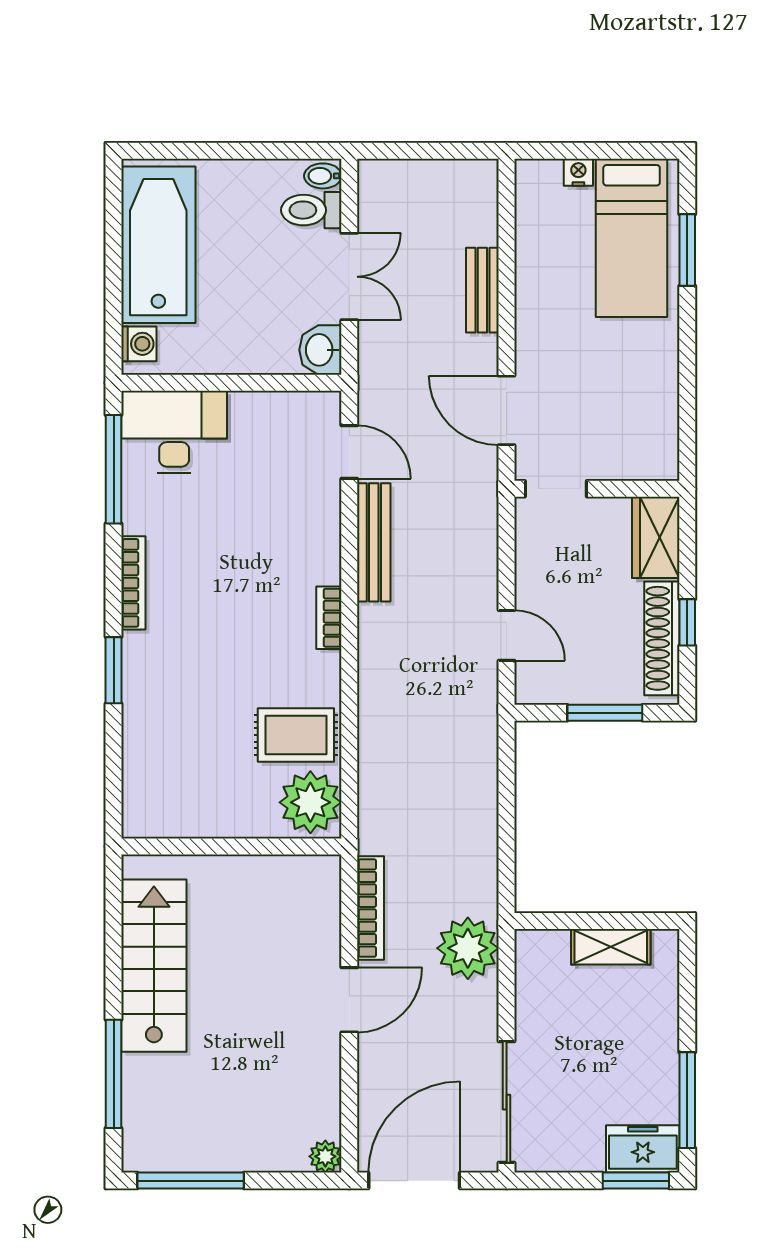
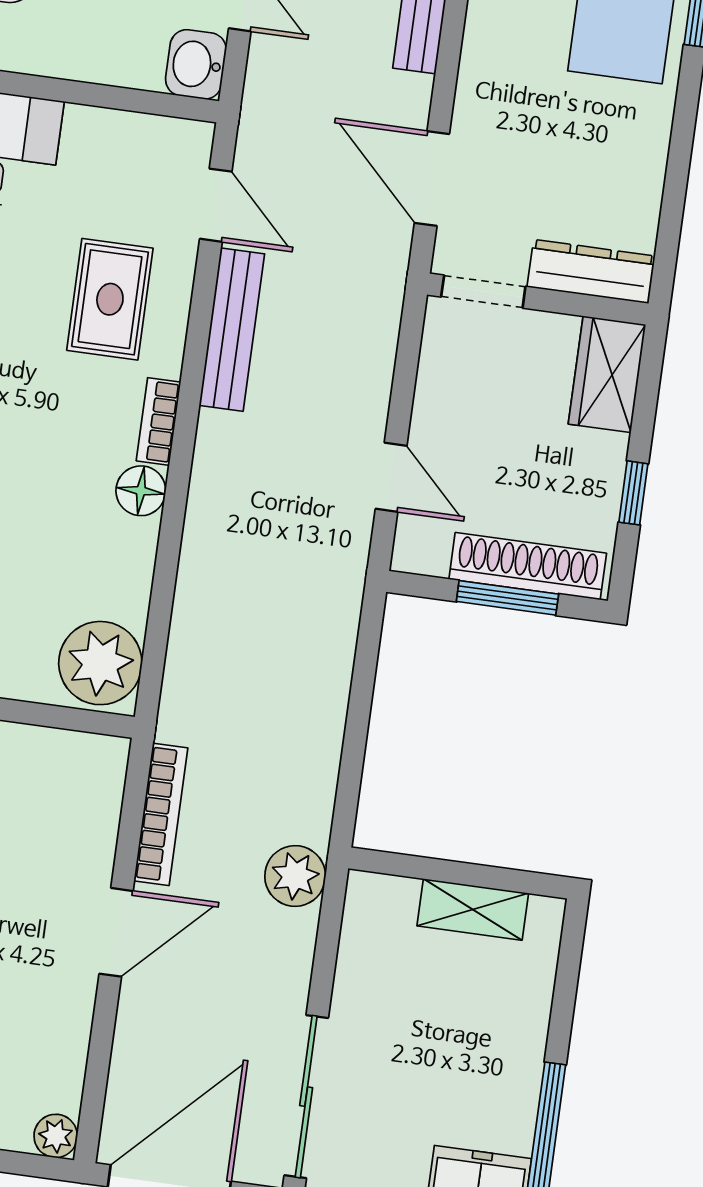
dresser: (634, 463) -> (591, 271), added
shoe rack: (662, 638) -> (528, 566), moved, turned 90
floor lamp: (323, 671) -> (141, 491), added
rug: (296, 735) -> (110, 299), moved, turned 90
plant: (468, 948) -> (295, 876), width x0.73, depth x0.73

